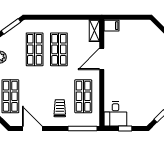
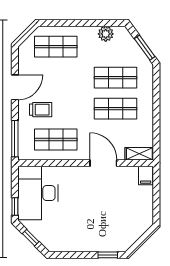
desk: (115, 114) -> (38, 193), width x1.87, depth x1.30
door: (32, 128) -> (15, 87), moved
window: (125, 128) -> (15, 207), moved

